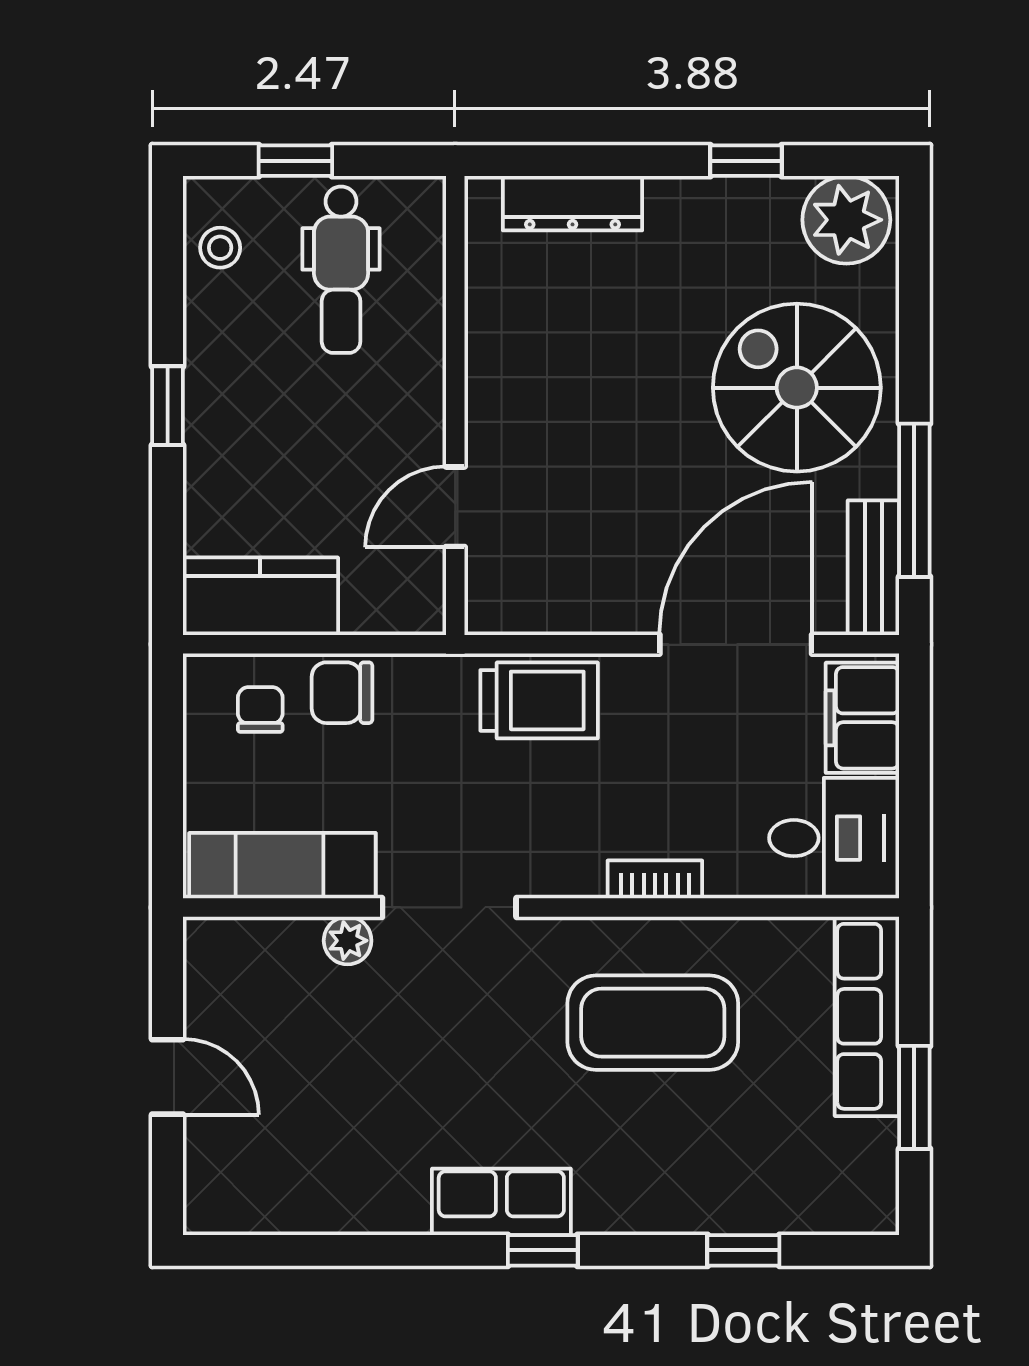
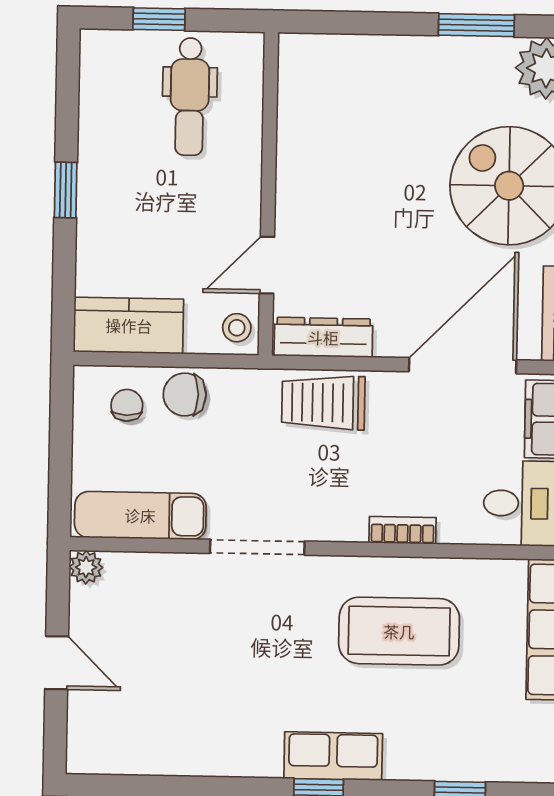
window: (746, 161) -> (476, 25), width x1.50
dresser: (573, 203) -> (323, 337), moved, turned 180
stool: (220, 248) -> (237, 328), moved
trolley: (539, 700) -> (323, 403), turned 180
plant: (348, 941) -> (86, 567), moved
row of seats: (501, 1202) -> (333, 756), moved

